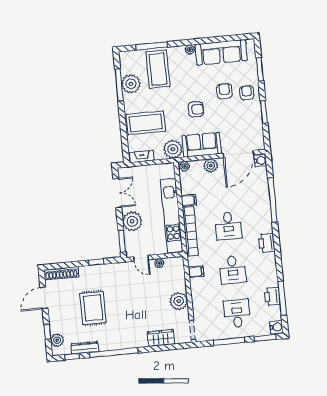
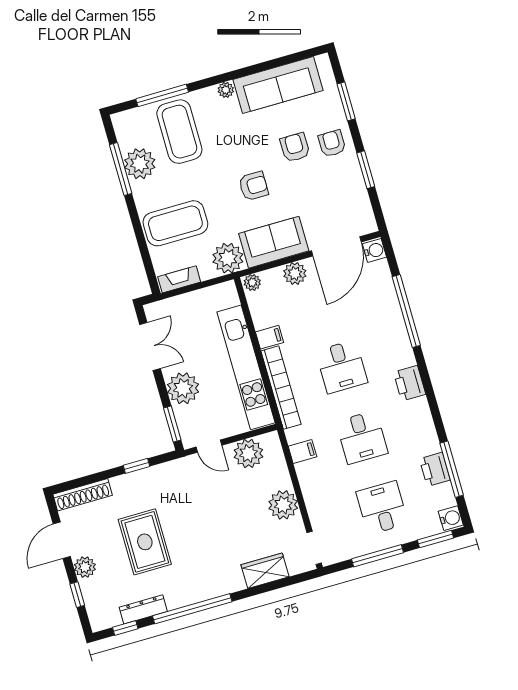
plant: (159, 263) -> (248, 453), width x1.87, depth x1.87
plant: (57, 340) -> (85, 567), moved

